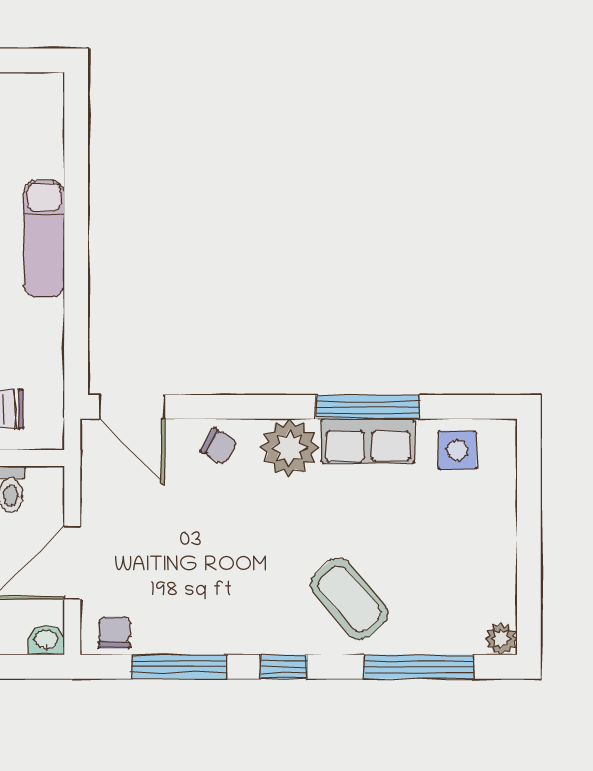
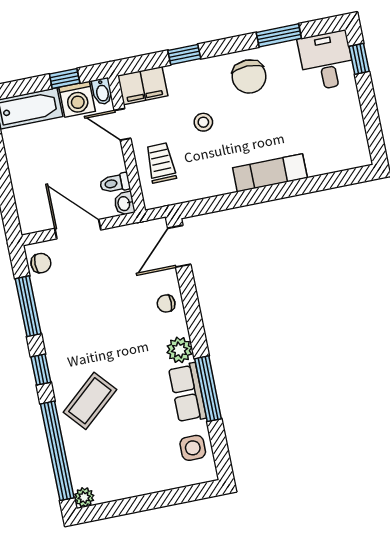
chair: (219, 446) -> (166, 304), turned 59
plant: (289, 447) -> (179, 350), width x0.73, depth x0.73
washbasin: (46, 640) -> (124, 204), moved, turned 180
window: (418, 667) -> (57, 451), width x1.46

